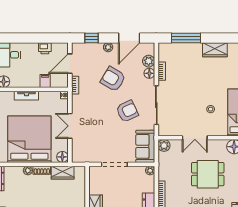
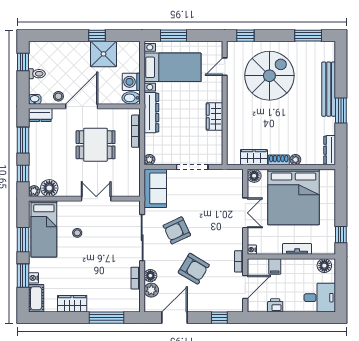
plant: (108, 47) -> (200, 307), removed
plant: (164, 145) -> (133, 189), removed
dining table: (208, 174) -> (96, 145), moved

